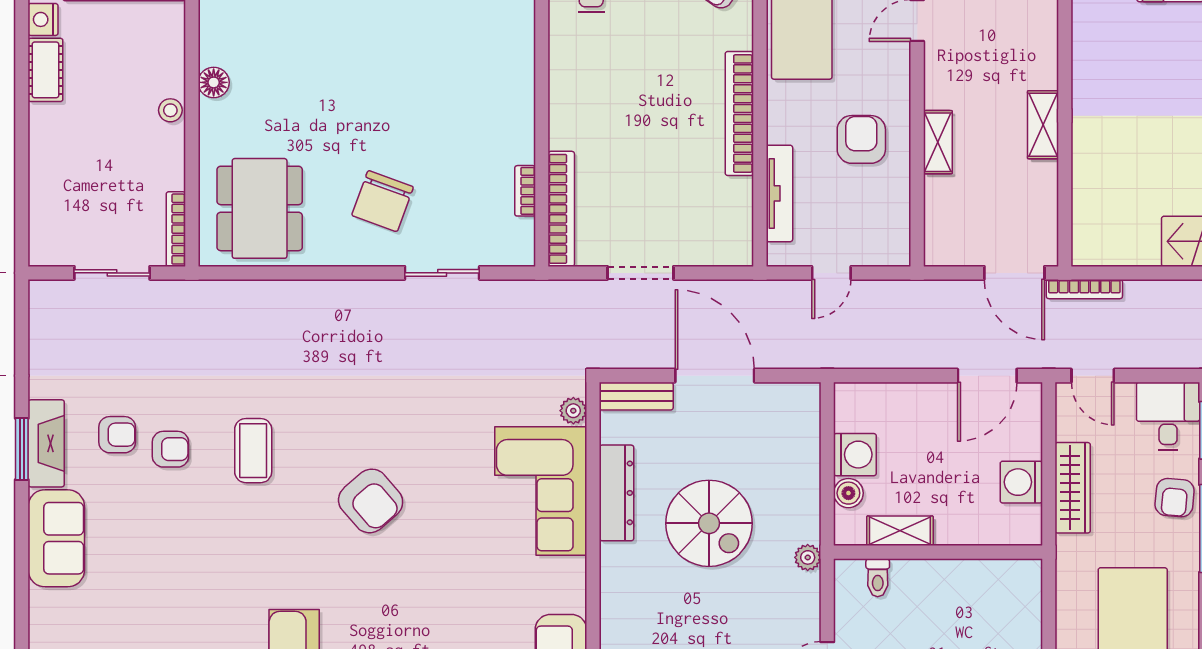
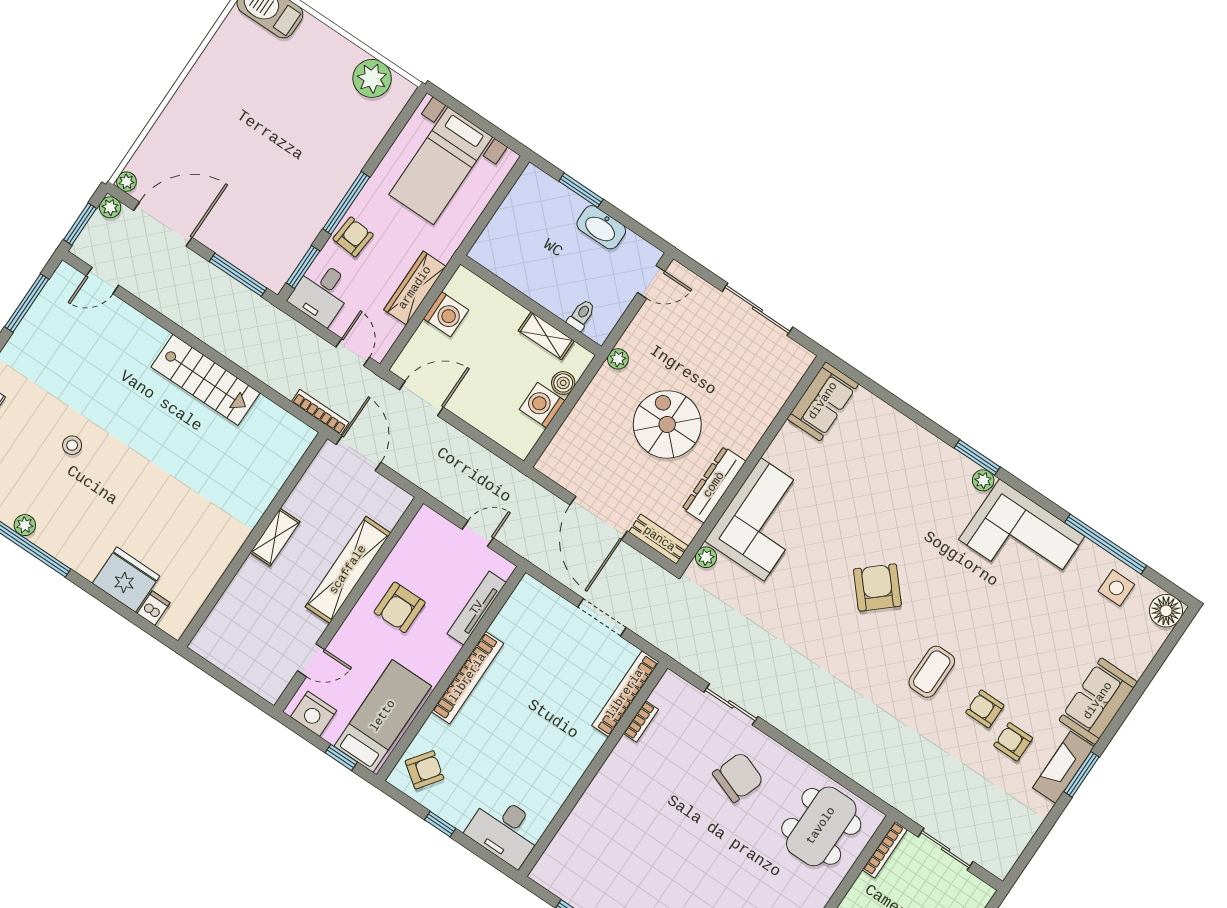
shelving: (938, 142) -> (348, 570), width x2.20, depth x1.33

